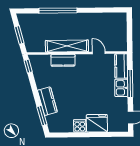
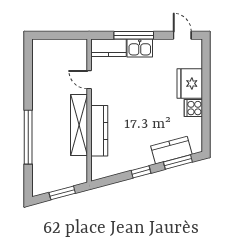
door: (99, 53) -> (89, 80), hinge flipped
kitchen counter: (63, 60) -> (99, 131), width x1.50
window: (28, 66) -> (141, 172), moved
kitchen counter: (47, 101) -> (171, 150), moved

